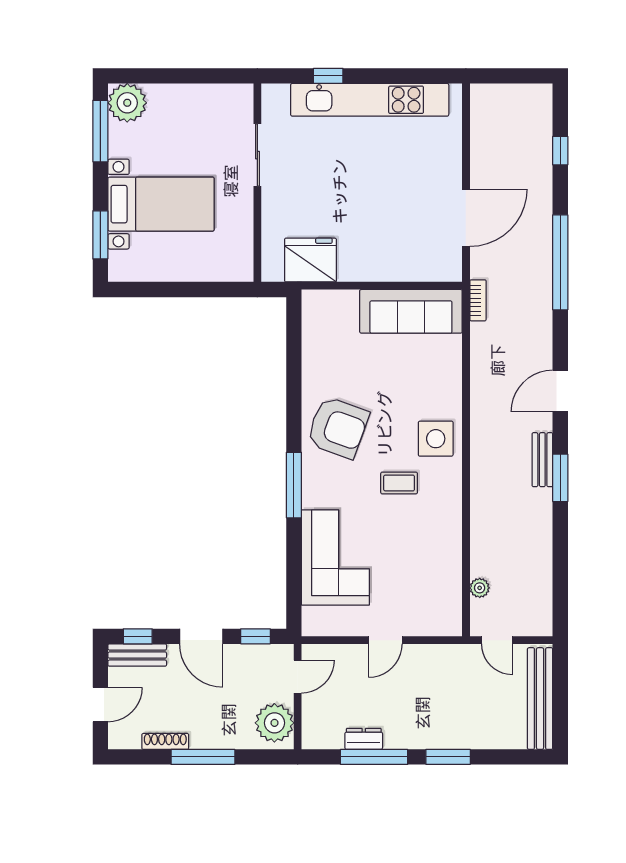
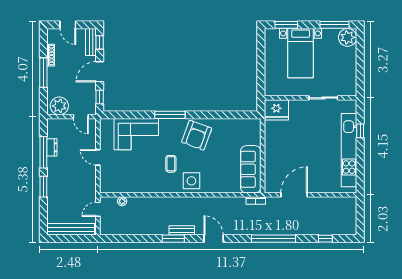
door: (466, 218) -> (294, 195), swing flipped
fridge: (310, 260) -> (276, 110), moved, turned 90

